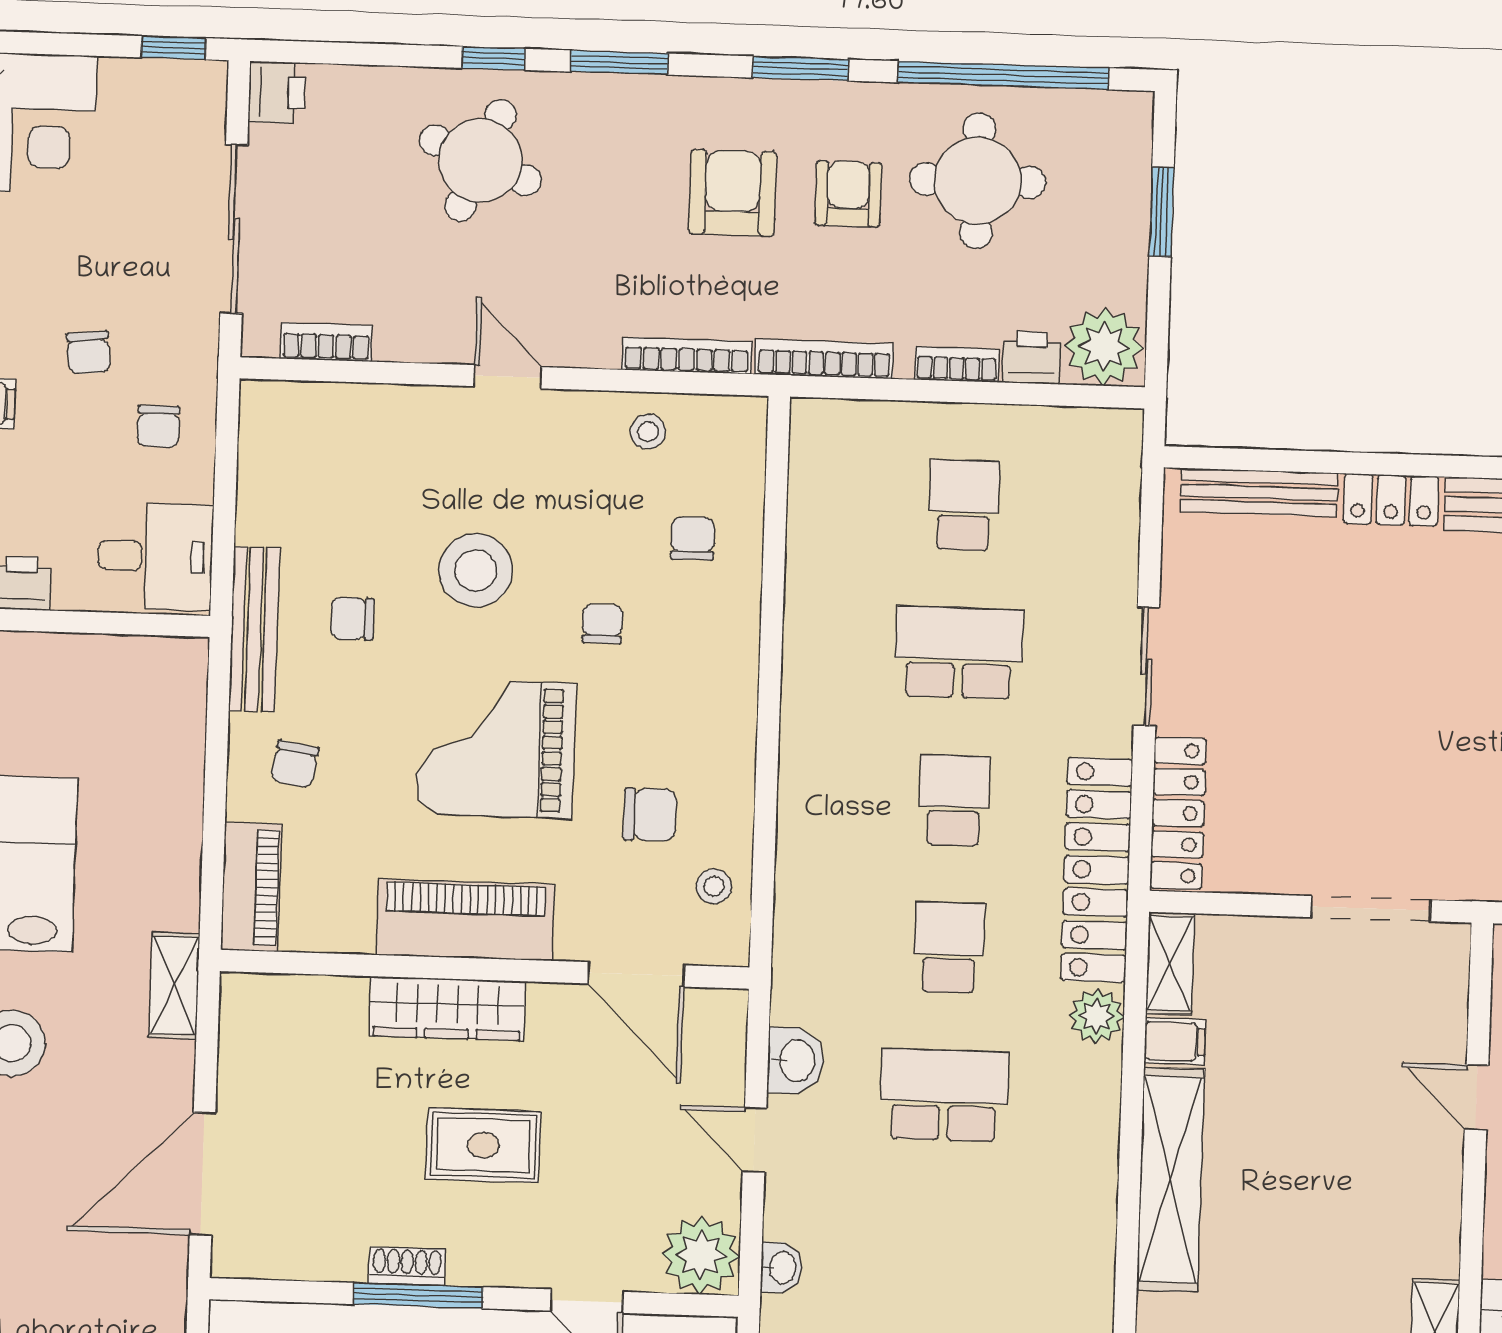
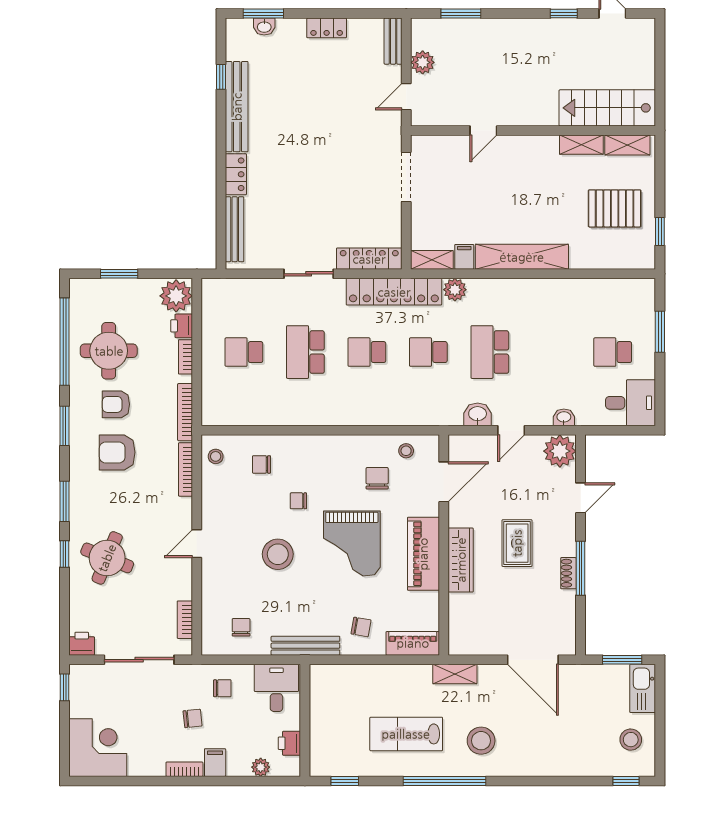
stool: (648, 432) -> (216, 456), moved
chair: (352, 619) -> (241, 627), moved, turned 180

